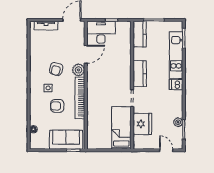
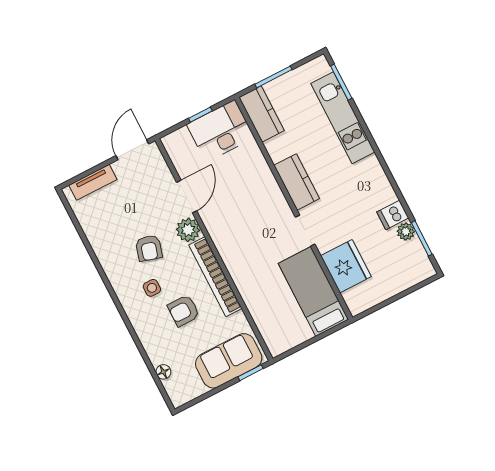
desk: (101, 32) -> (220, 131), moved
dishwasher: (176, 85) -> (393, 215), moved
door: (166, 150) -> (410, 290), removed

